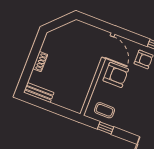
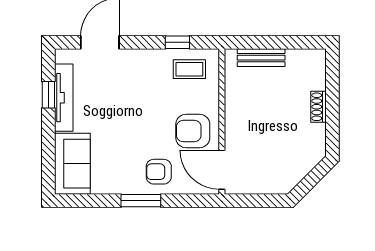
bench: (39, 93) -> (261, 58), moved

